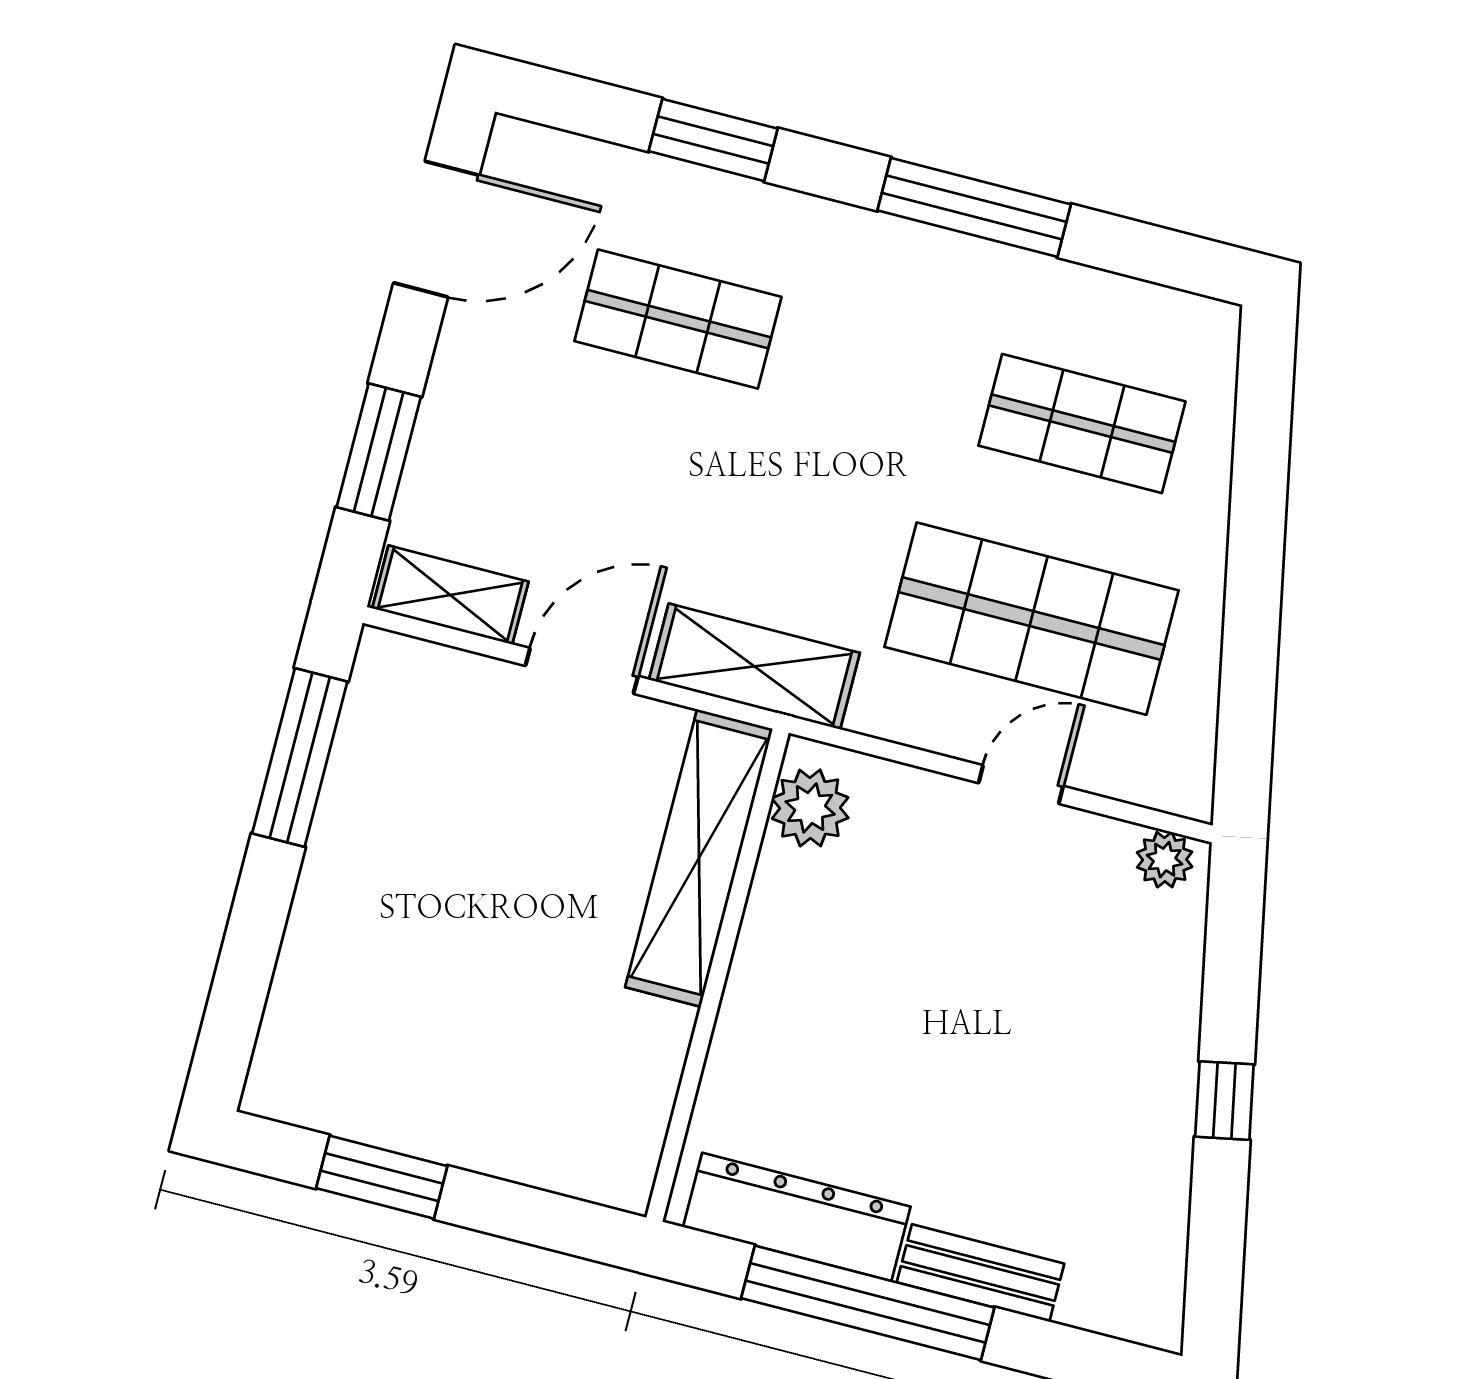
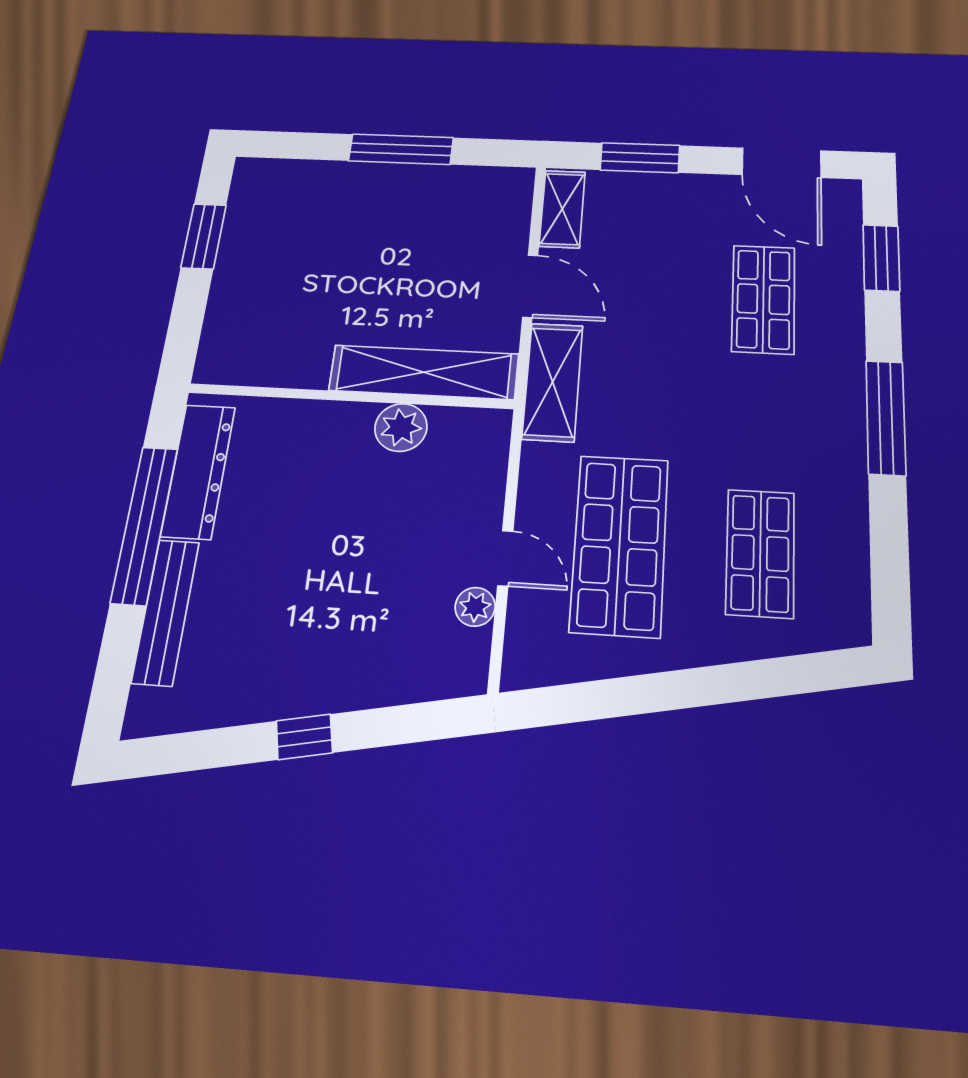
window: (713, 140) -> (881, 258), moved
window: (974, 207) -> (886, 417), moved
window: (300, 758) -> (401, 149), moved
plant: (810, 808) -> (401, 427), moved
plant: (1165, 860) -> (475, 607), moved
bench: (981, 1273) -> (166, 612), width x1.36

